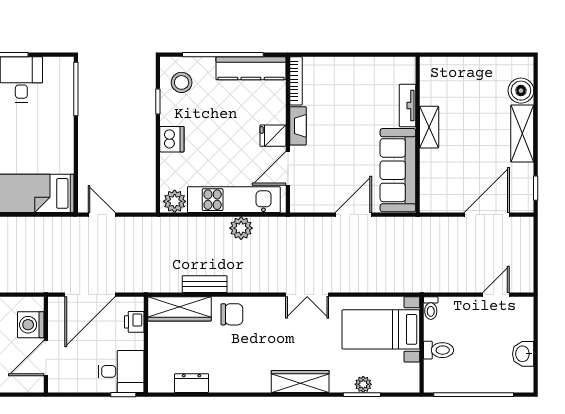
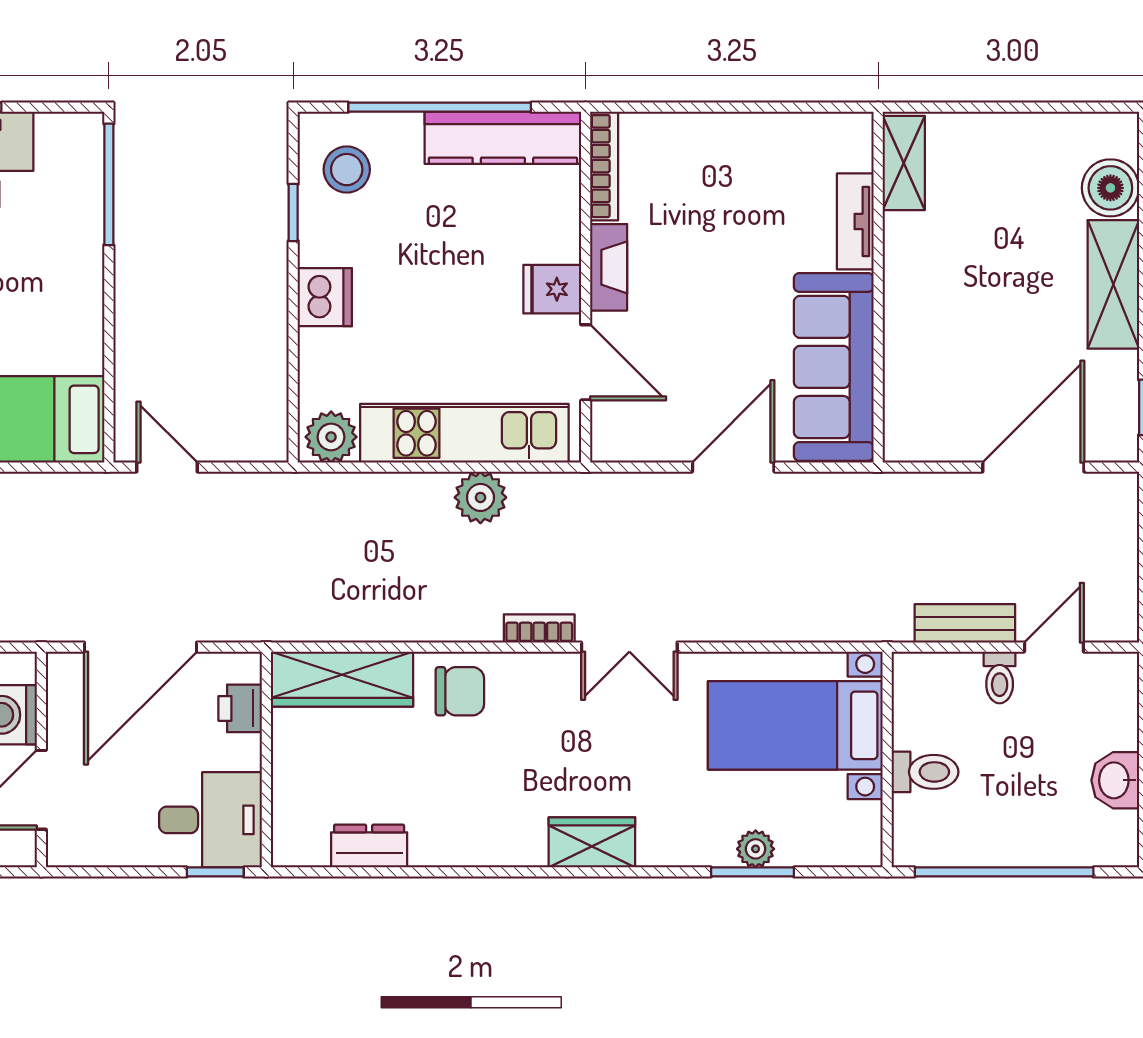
shelving: (429, 127) -> (904, 163), moved
door: (288, 168) -> (586, 362), swing flipped
bench: (205, 284) -> (965, 623), moved
bookcase: (267, 286) -> (539, 628), added
toilet: (431, 308) -> (1000, 677), moved
wardrobe: (300, 381) -> (592, 842), width x0.67

